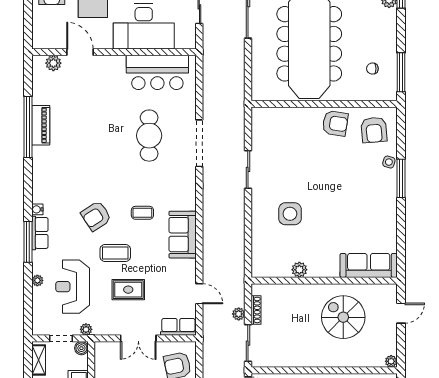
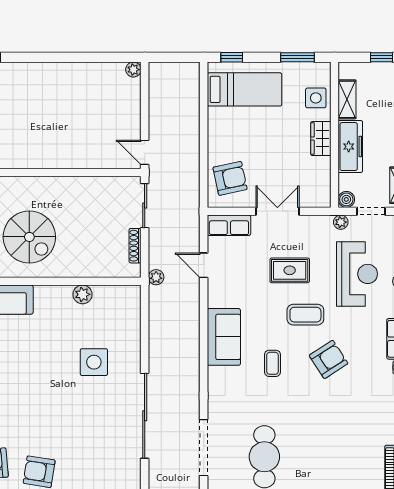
sliding door: (248, 169) -> (145, 416), width x1.86
coffee table: (142, 213) -> (272, 363), turned 90
plant: (239, 314) -> (156, 277), moved

